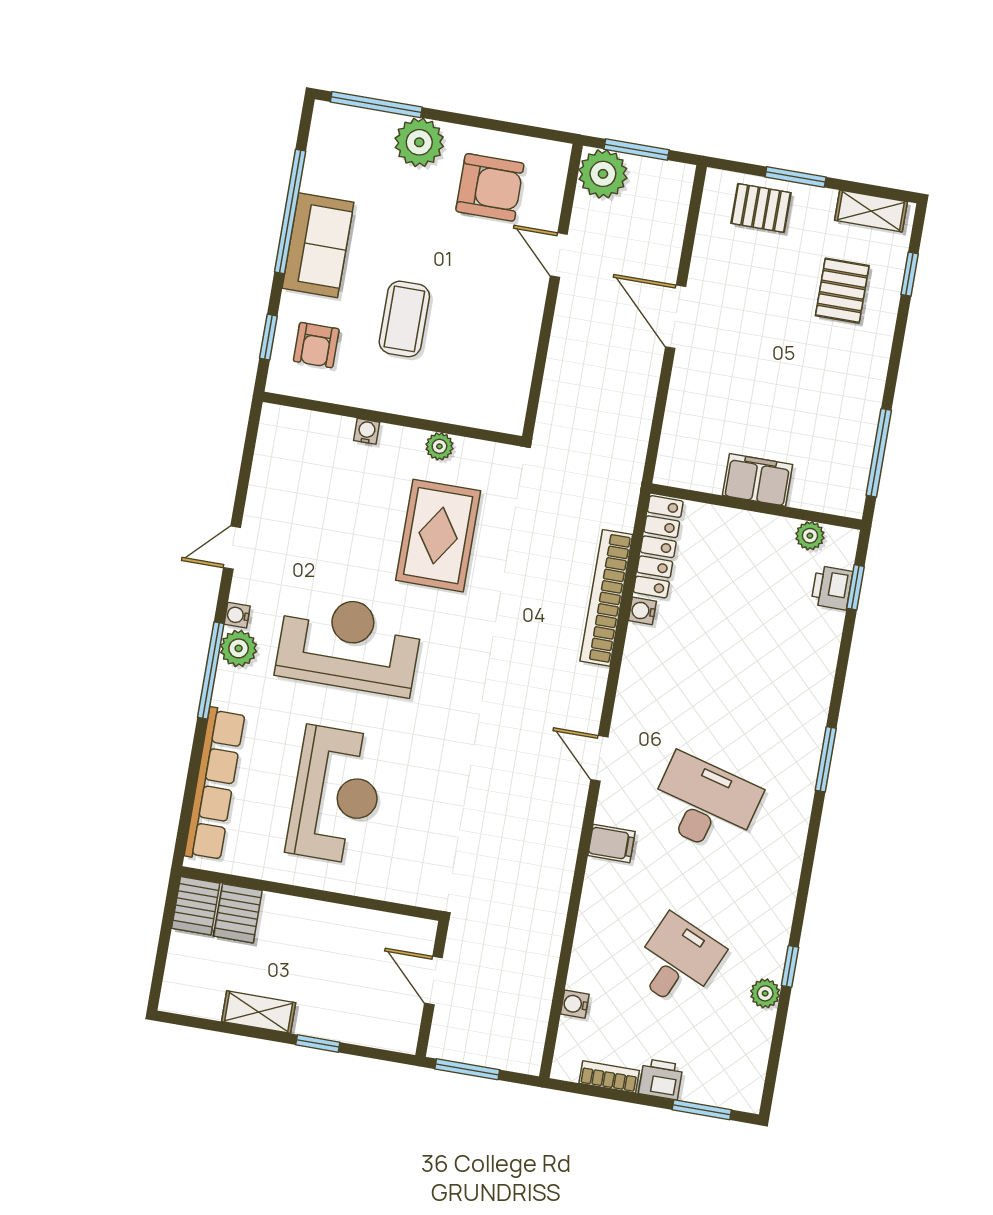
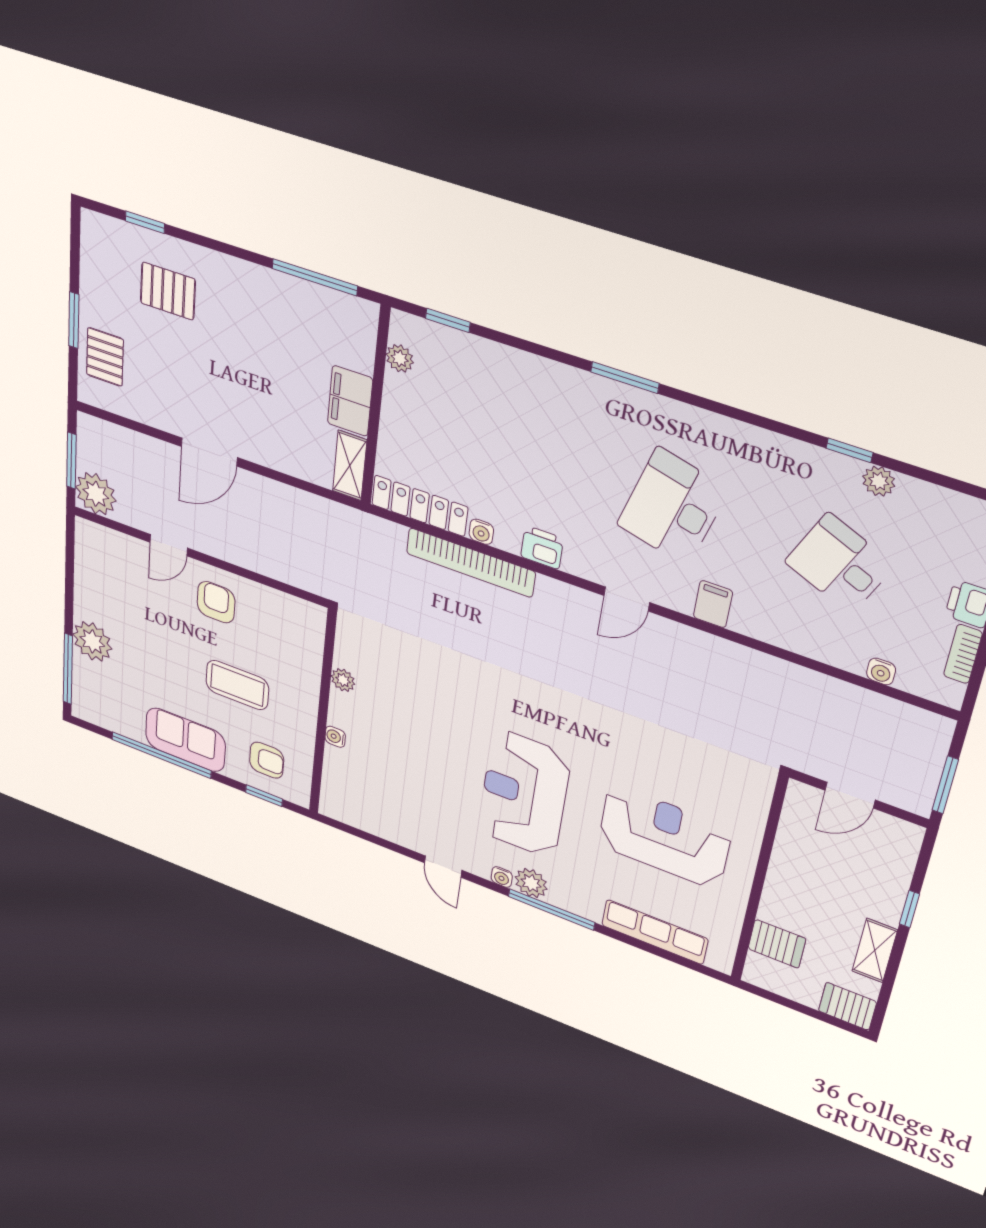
armchair: (490, 187) -> (216, 602), moved, width x0.72, depth x0.72
shelving: (871, 211) -> (350, 465), moved
rug: (438, 536) -> (422, 698), removed
printer: (832, 588) -> (542, 548), moved, turned 180
row of seats: (215, 784) -> (655, 932), width x0.73
server rack: (196, 906) -> (848, 1006), moved, turned 180

